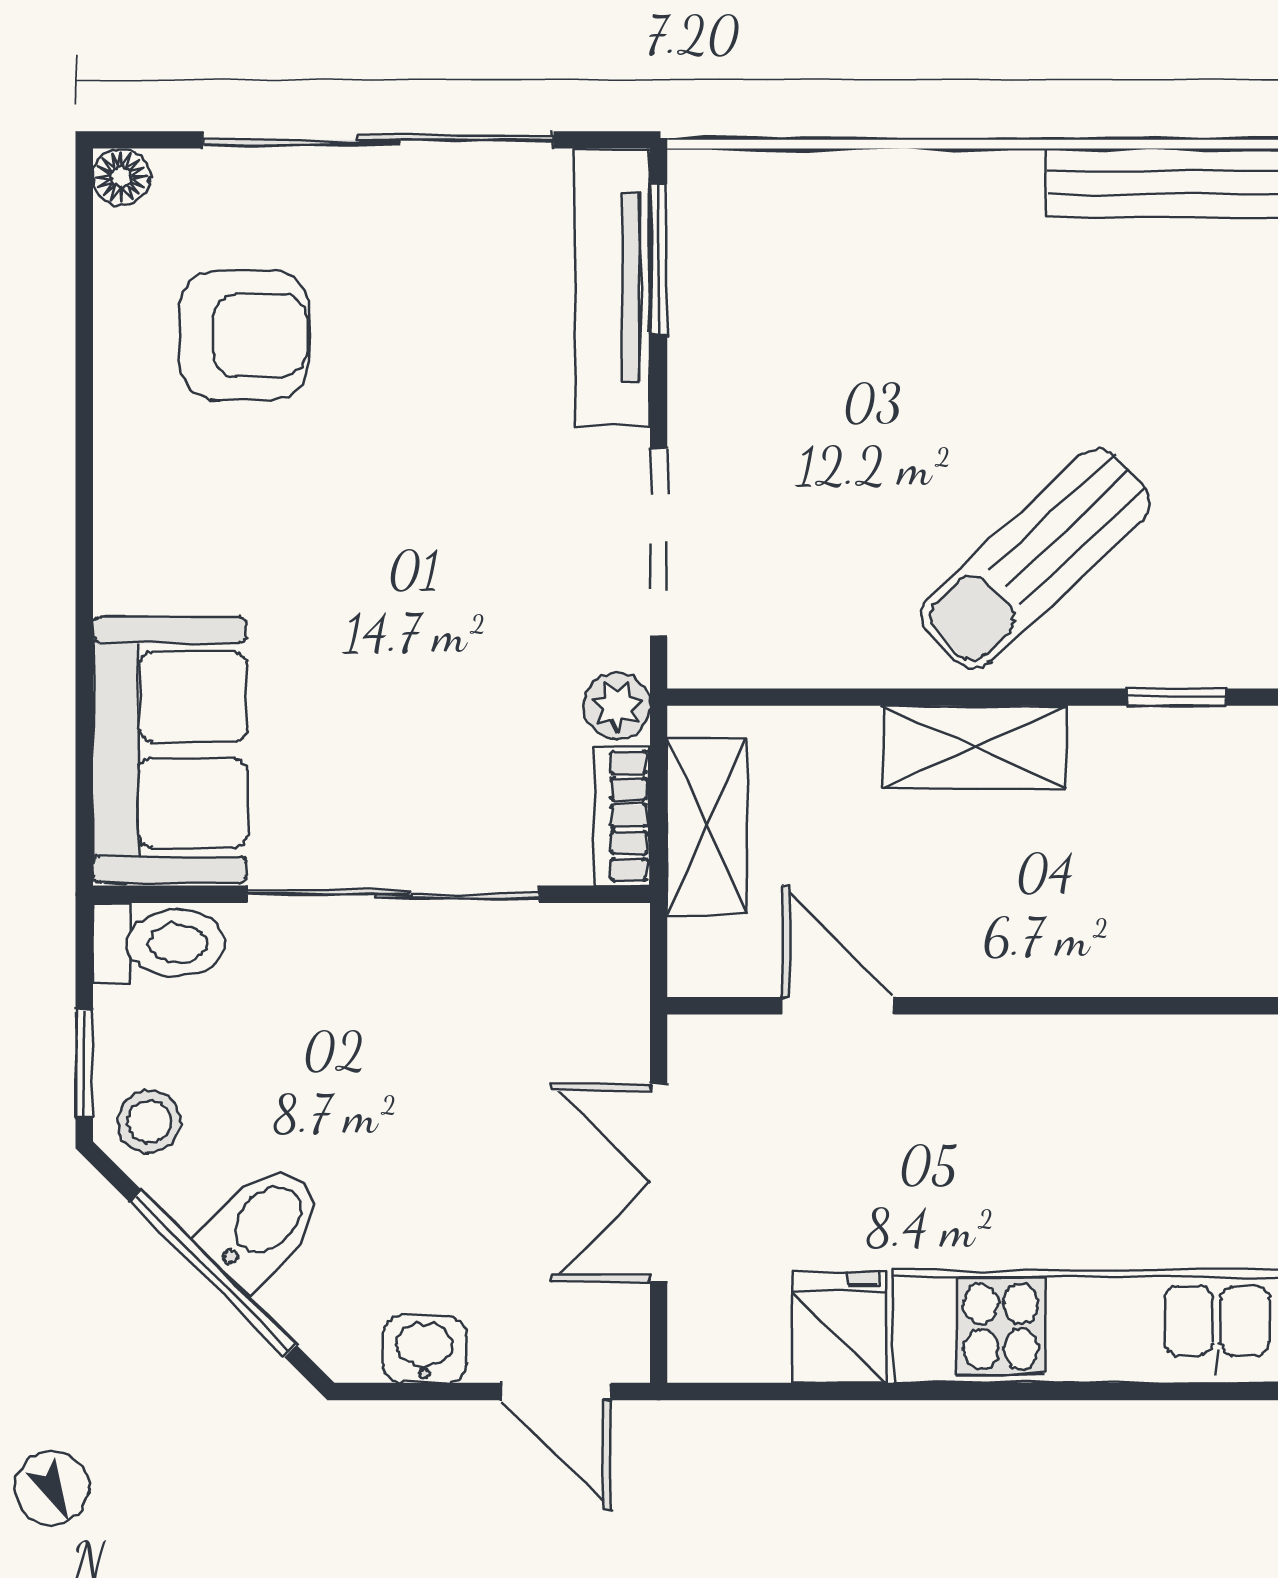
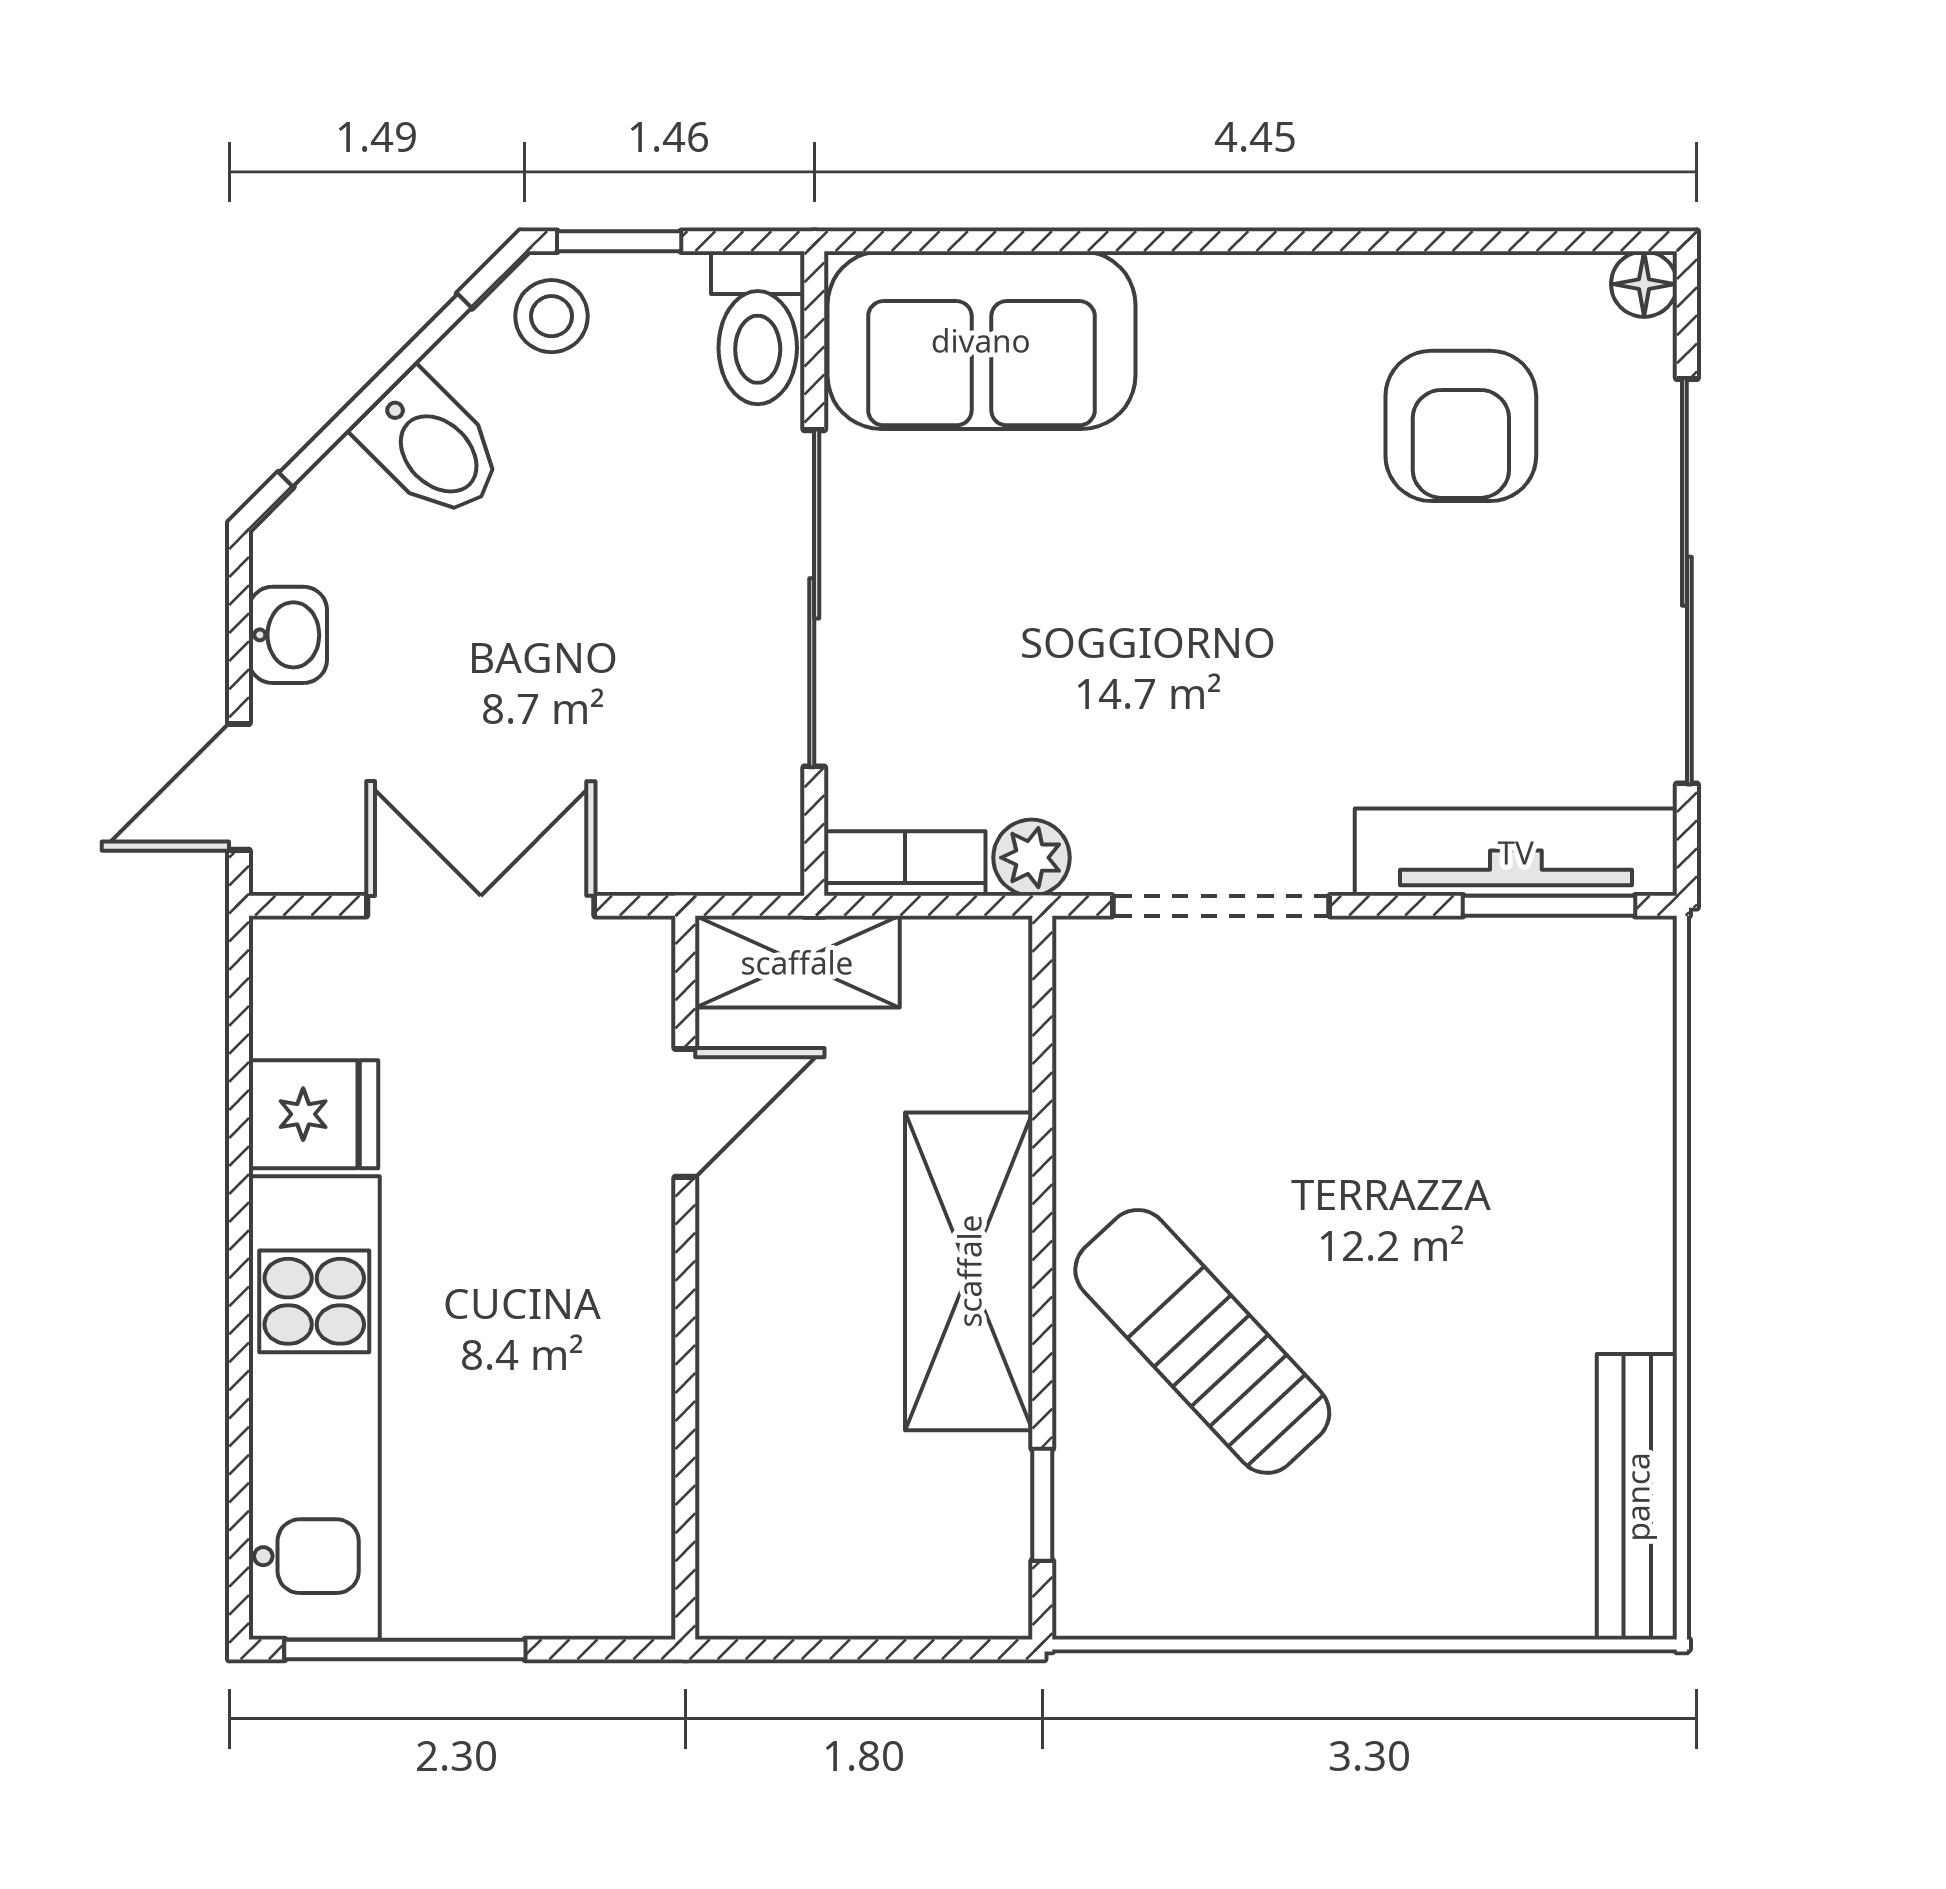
shelving: (975, 747) -> (969, 1271), width x1.50, depth x1.33
shelving: (707, 826) -> (797, 962), moved

